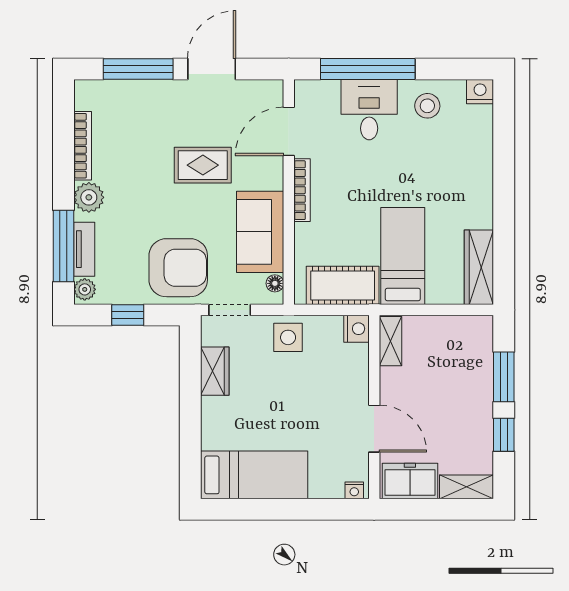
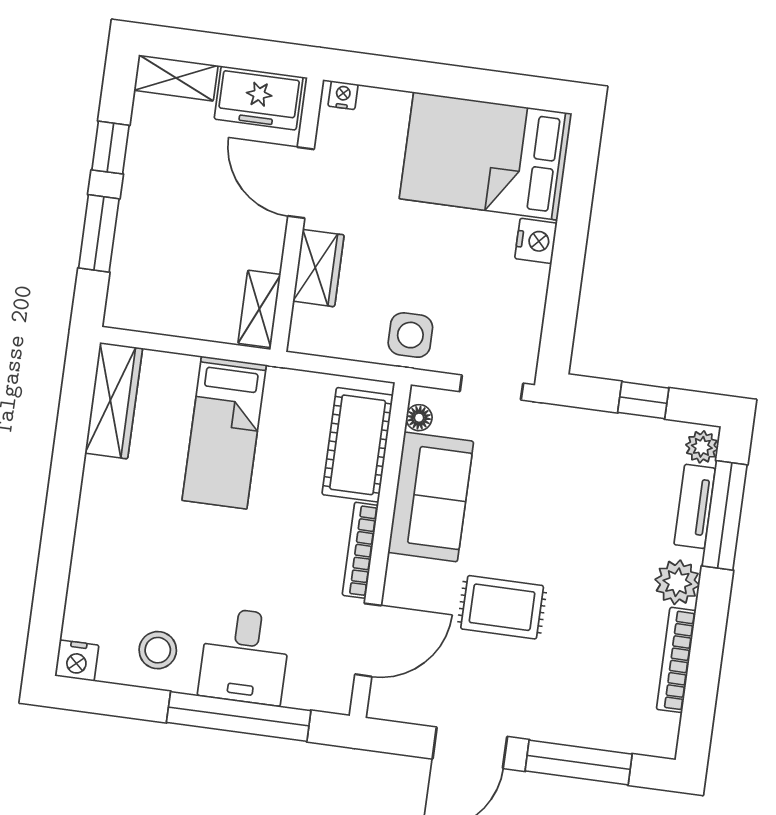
armchair: (178, 268) -> (559, 460), removed
cot: (343, 285) -> (358, 445), moved, turned 90
nightstand: (357, 329) -> (536, 241), moved, turned 180
wardrobe: (215, 371) -> (319, 268), moved, turned 180
bed: (254, 475) -> (486, 156), width x1.50

